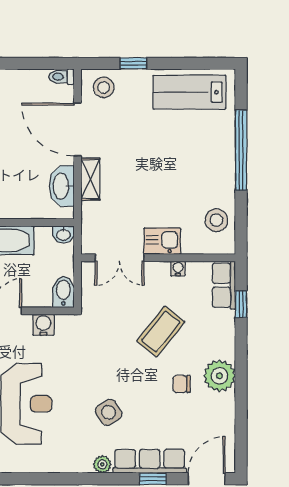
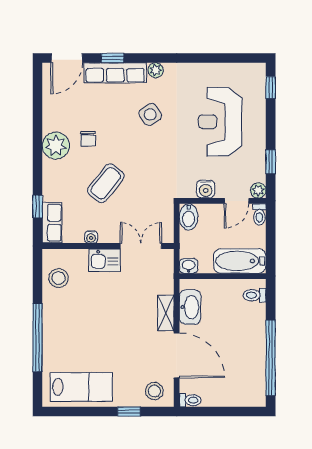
chair: (182, 384) -> (88, 139), turned 90

